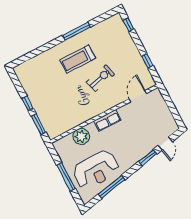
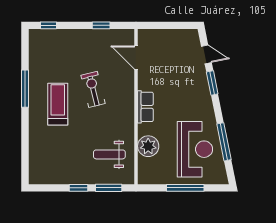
treadmill: (78, 59) -> (58, 104), turned 180
weight bench: (62, 113) -> (109, 154), added

